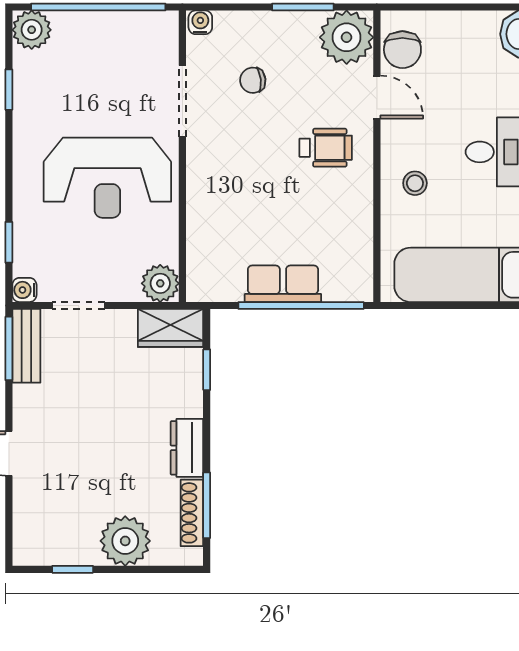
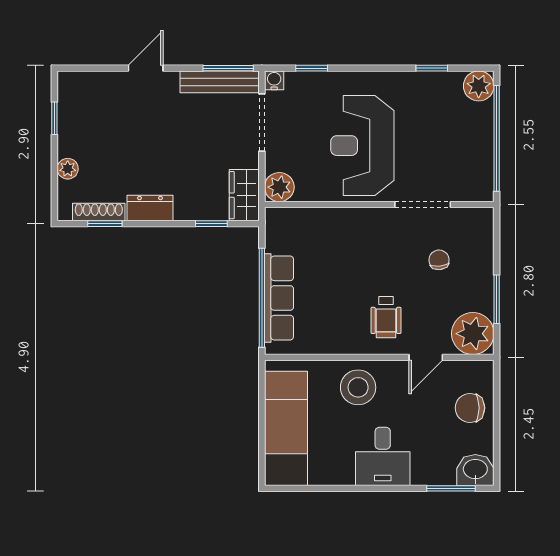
water cooler: (200, 22) -> (485, 219), removed
chair: (402, 50) -> (470, 408), moved
stool: (415, 183) -> (358, 387), width x1.89, depth x1.89
row of seats: (283, 284) -> (279, 298), width x1.48
doorway: (78, 306) -> (262, 123), width x1.38
bench: (26, 346) -> (220, 82), width x1.36
window: (207, 505) -> (105, 224), width x0.67
plant: (125, 541) -> (68, 169), width x0.53, depth x0.53

